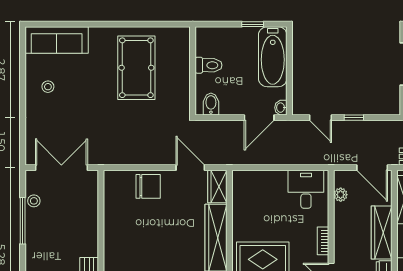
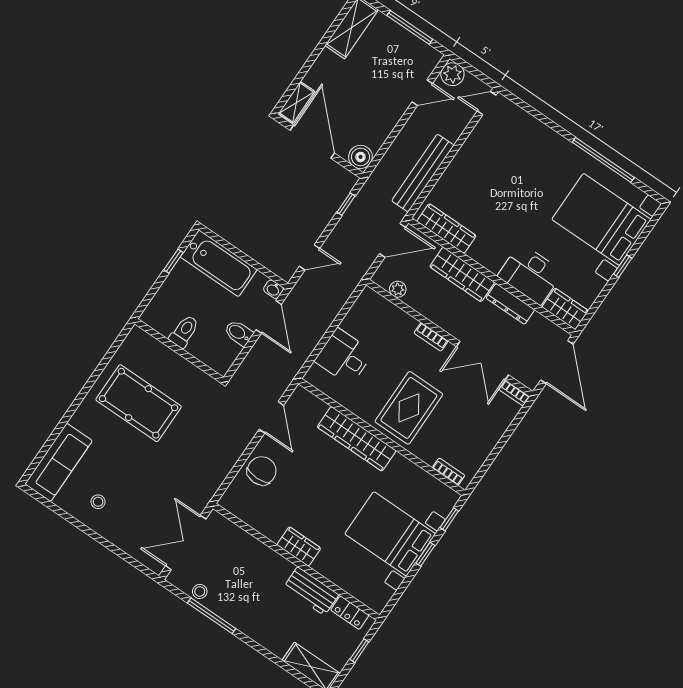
bidet: (211, 104) -> (239, 333), moved
window: (354, 118) -> (346, 204), moved
door: (190, 168) -> (271, 417), swing flipped
wardrobe: (217, 186) -> (299, 546), moved, turned 180
desk: (306, 189) -> (344, 357), moved

